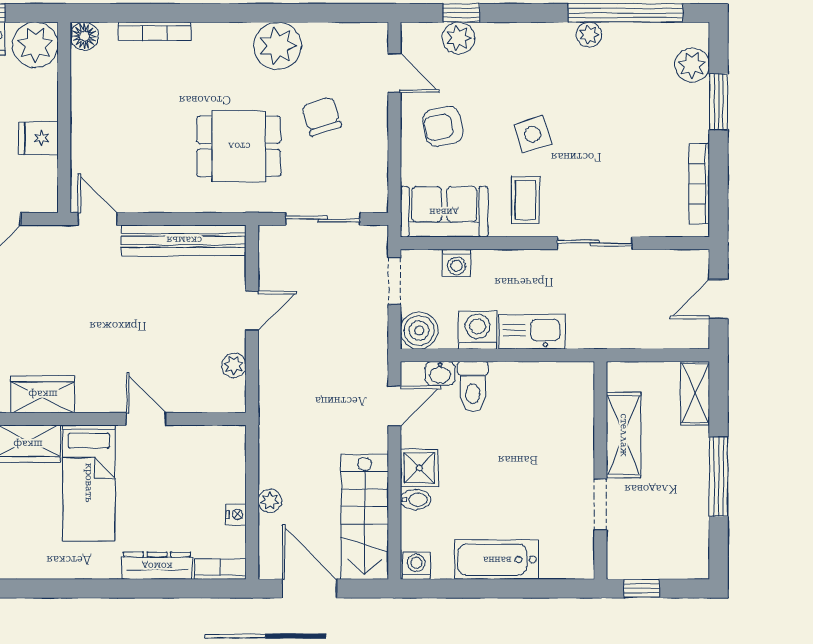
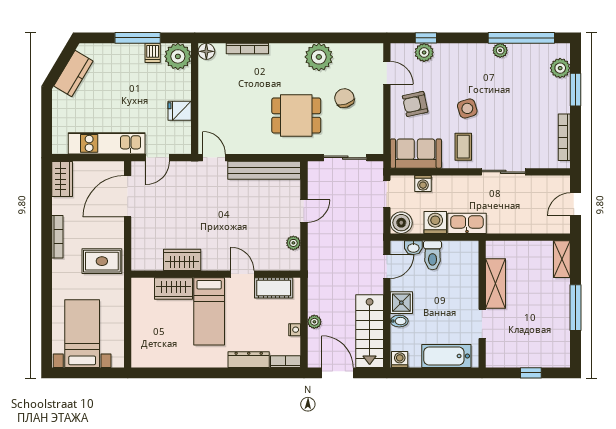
shelving: (624, 435) -> (496, 284), moved
cot: (200, 443) -> (274, 288), added
wall: (600, 470) -> (482, 304), moved
doorway: (600, 504) -> (482, 324), moved

